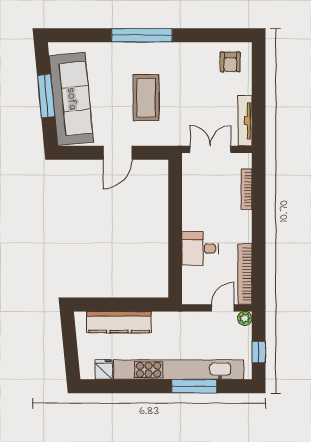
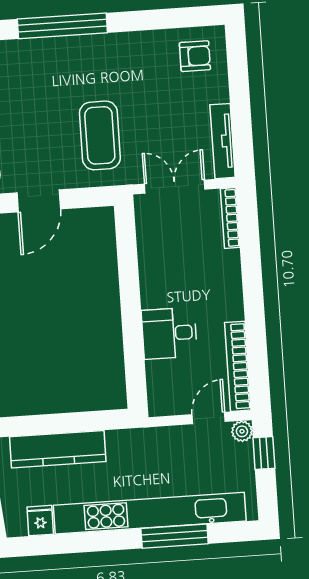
armchair: (230, 62) -> (195, 56), turned -90
coffee table: (146, 98) -> (100, 135), moved
bookcase: (247, 189) -> (230, 218), moved
window: (259, 352) -> (264, 453), moved

